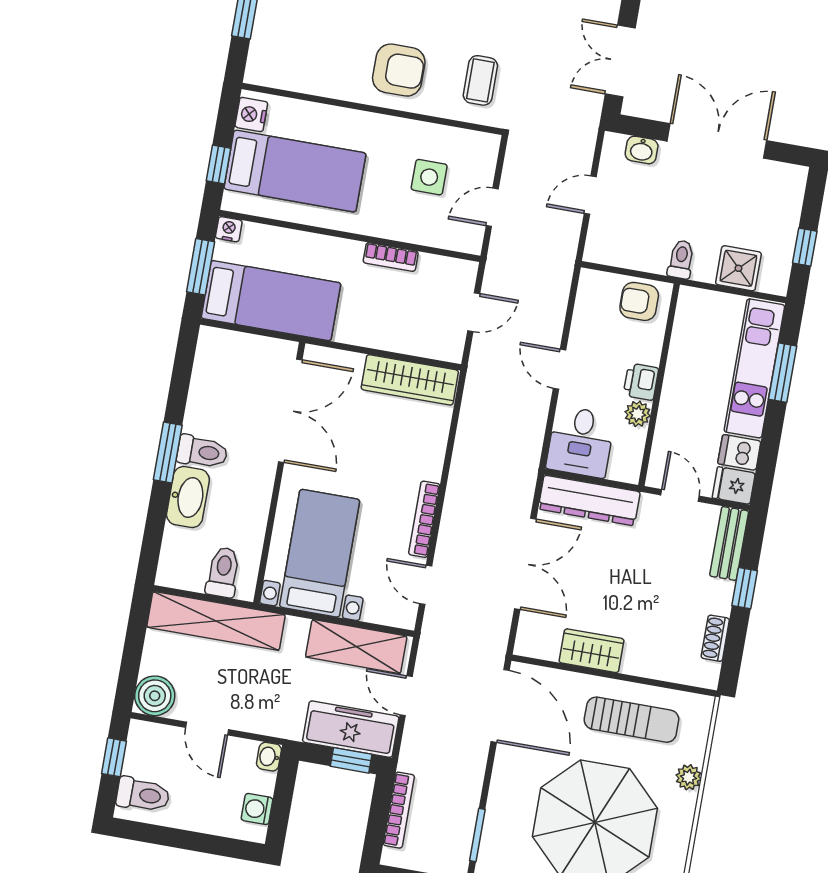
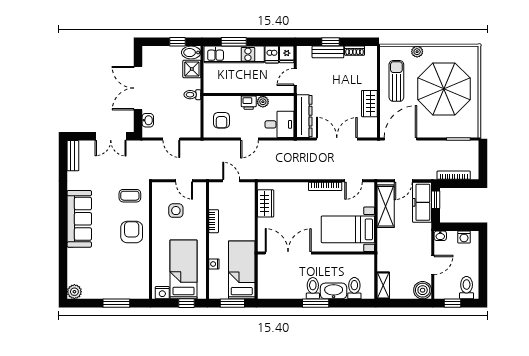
nightstand: (229, 229) -> (214, 264), moved
bidet: (775, 273) -> (191, 53), added
armchair: (639, 301) -> (221, 120), moved
wardrobe: (410, 380) -> (266, 203), width x0.67
bench: (729, 543) -> (328, 52), moved
toilet: (223, 572) -> (354, 288), moved, turned 90
shelving: (216, 621) -> (383, 285), width x0.45, depth x0.75

